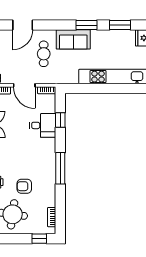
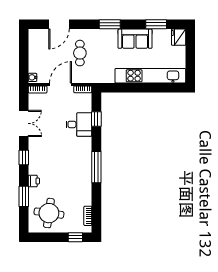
window: (87, 25) -> (110, 24), moved
sofa: (73, 39) -> (135, 39), moved
door: (24, 85) -> (61, 84), swing flipped
armchair: (24, 186) -> (61, 185), removed

